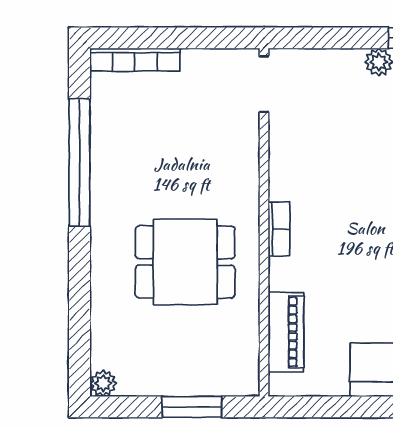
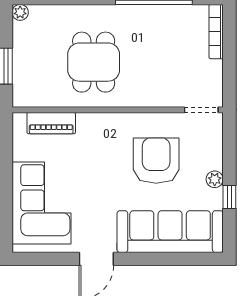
armchair: (348, 159) -> (156, 161), added
bookcase: (279, 229) -> (114, 119), removed

